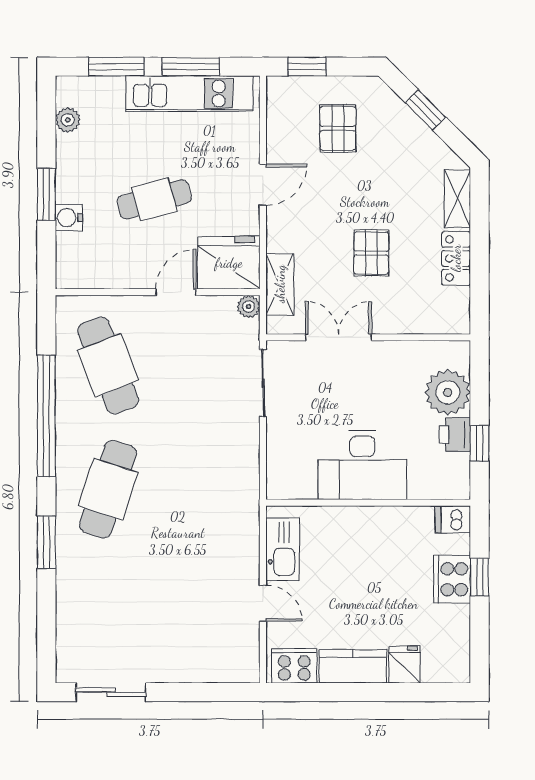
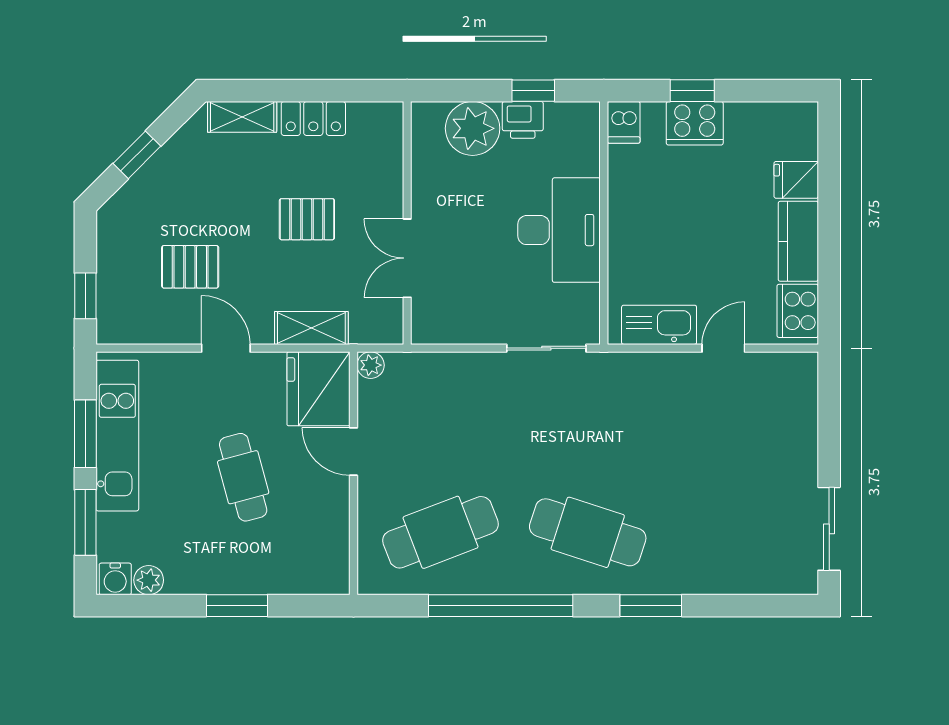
pallet: (338, 128) -> (190, 267), moved
water cooler: (69, 218) -> (115, 579), moved
shelving: (280, 284) -> (311, 328), moved
sliding door: (263, 383) -> (546, 348), moved

